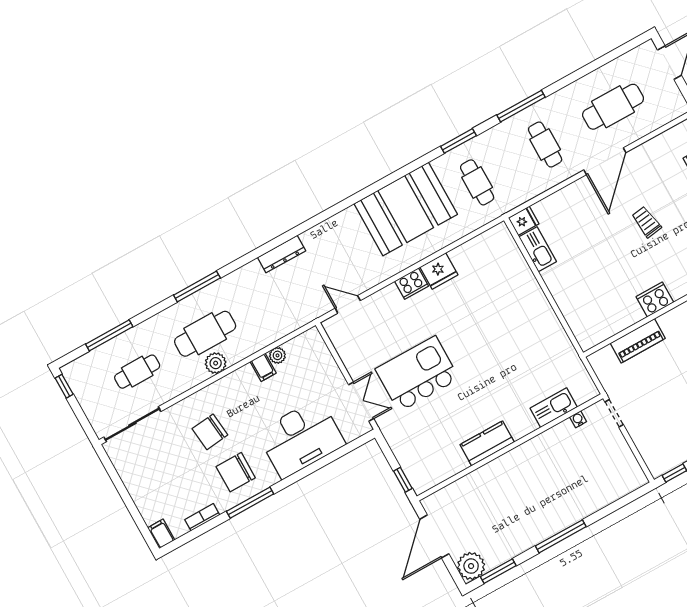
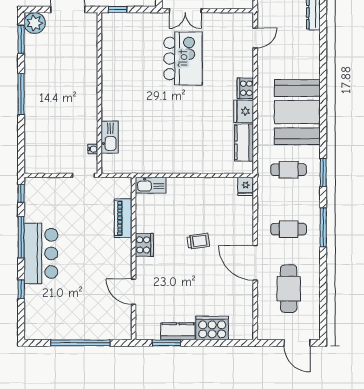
trolley: (646, 222) -> (198, 241), moved
kitchen sink: (538, 249) -> (151, 185), moved
kitchen counter: (487, 443) -> (244, 143), moved, turned 180

